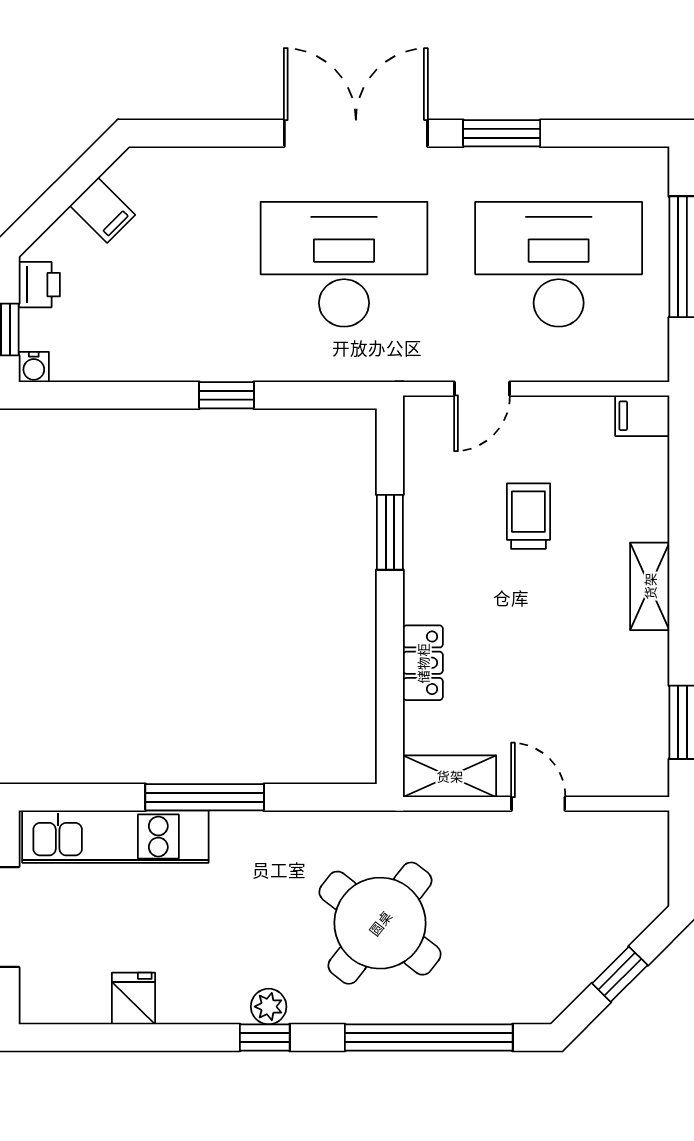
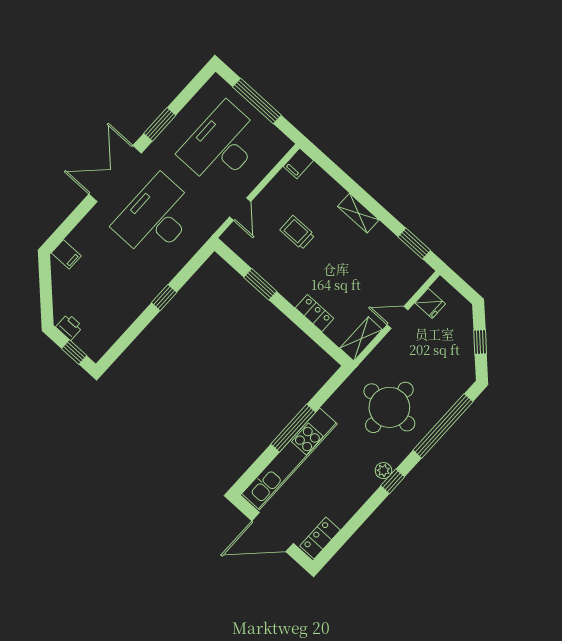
filing cabinet: (102, 210) -> (66, 254), moved, turned 45
water cooler: (34, 367) -> (95, 354), removed
kitchen unit: (115, 837) -> (289, 459), width x1.36
round table: (380, 923) -> (389, 407), turned -38
fridge: (133, 998) -> (430, 303), moved, turned 180
locker: (66, 1003) -> (320, 538), added

